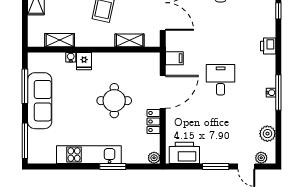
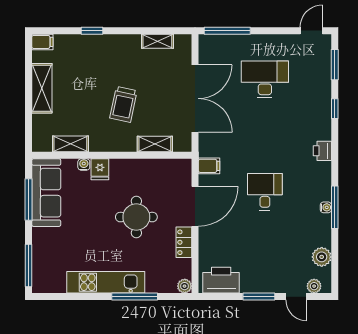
sofa: (40, 101) -> (46, 193), moved
window: (113, 166) -> (135, 297), width x1.44

